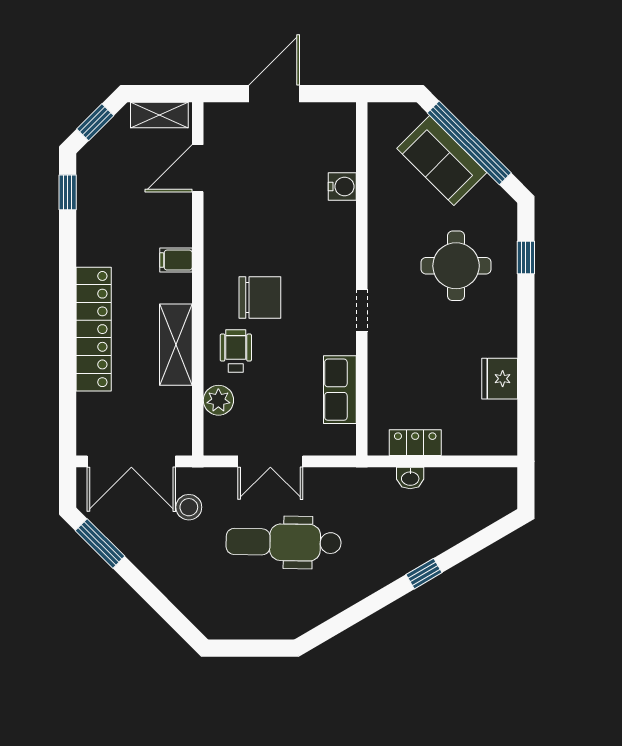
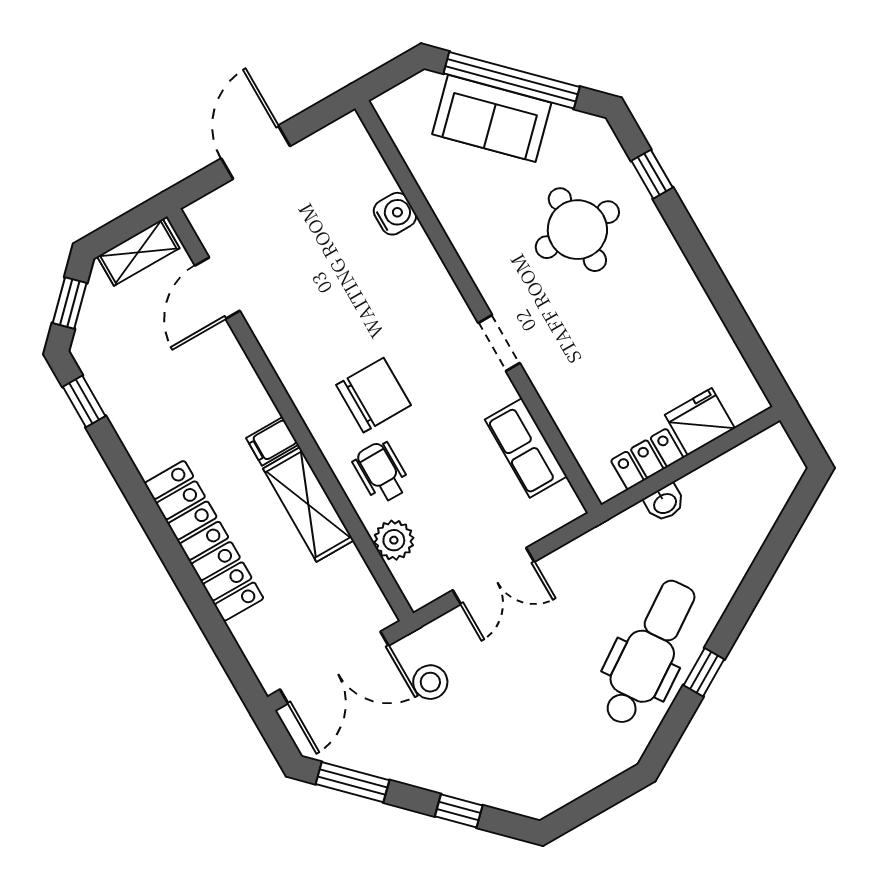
filing cabinet: (176, 260) -> (272, 441), moved
fridge: (500, 379) -> (700, 422), moved, turned 90
dental chair: (284, 542) -> (649, 653), moved, turned 145
window: (424, 574) -> (704, 672), moved
window: (159, 602) -> (459, 811), added

